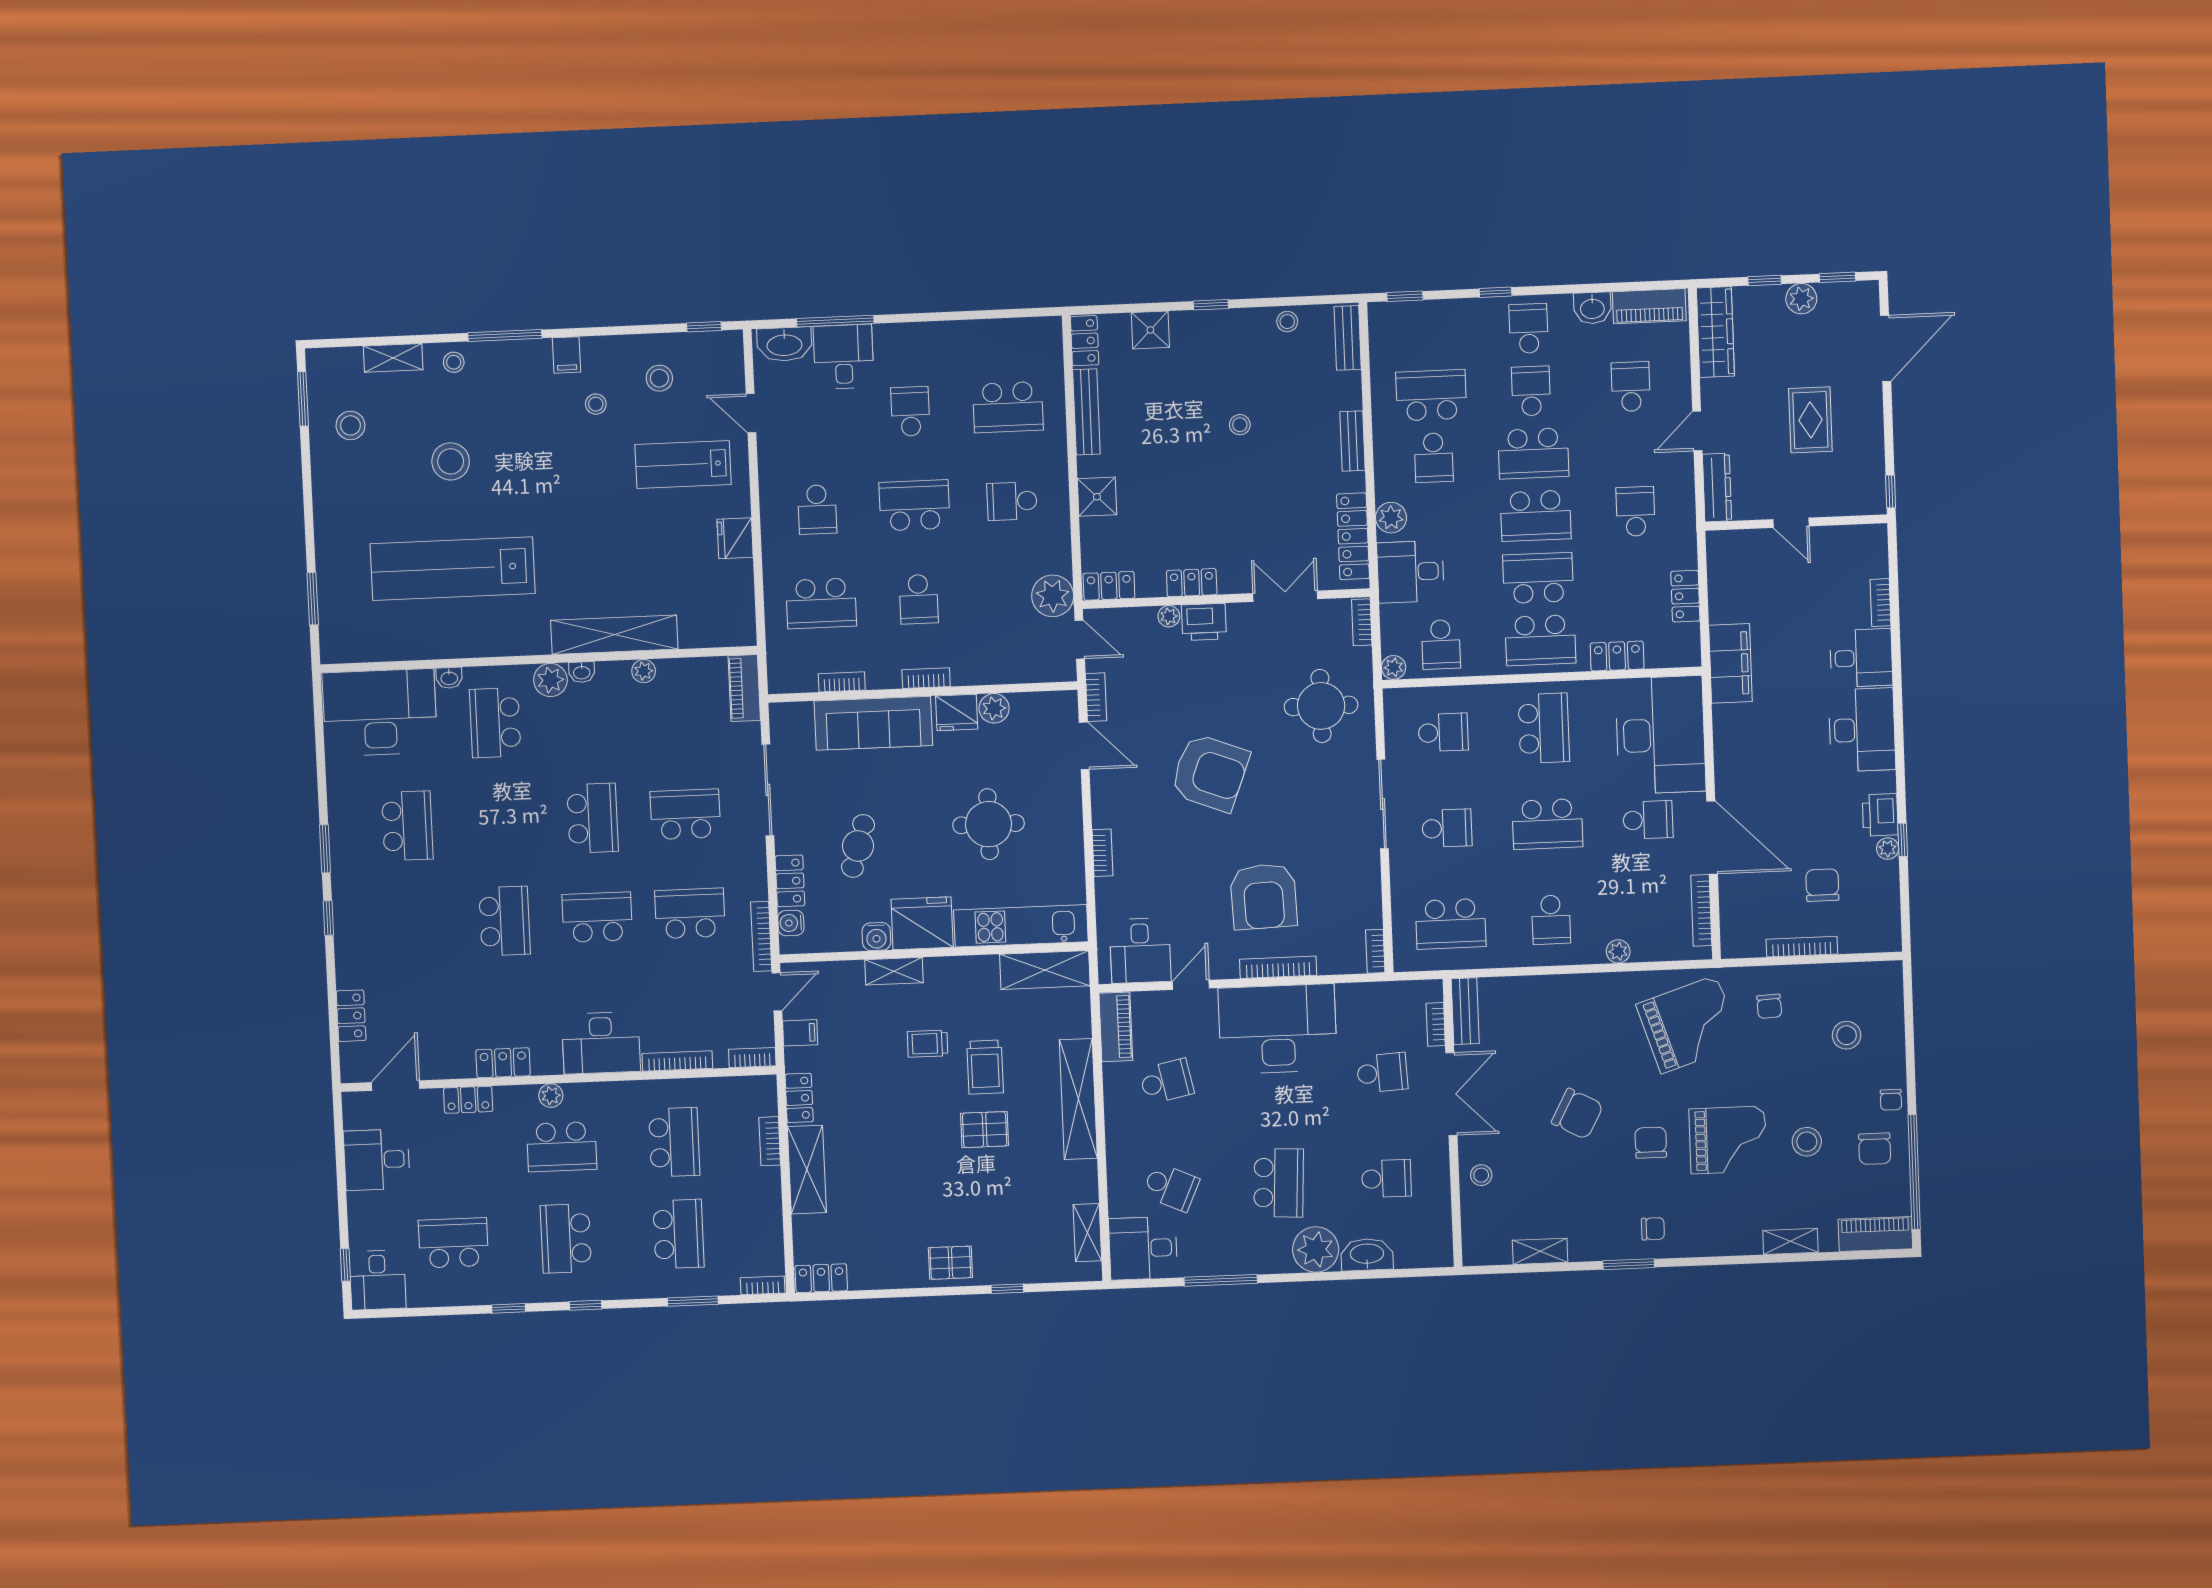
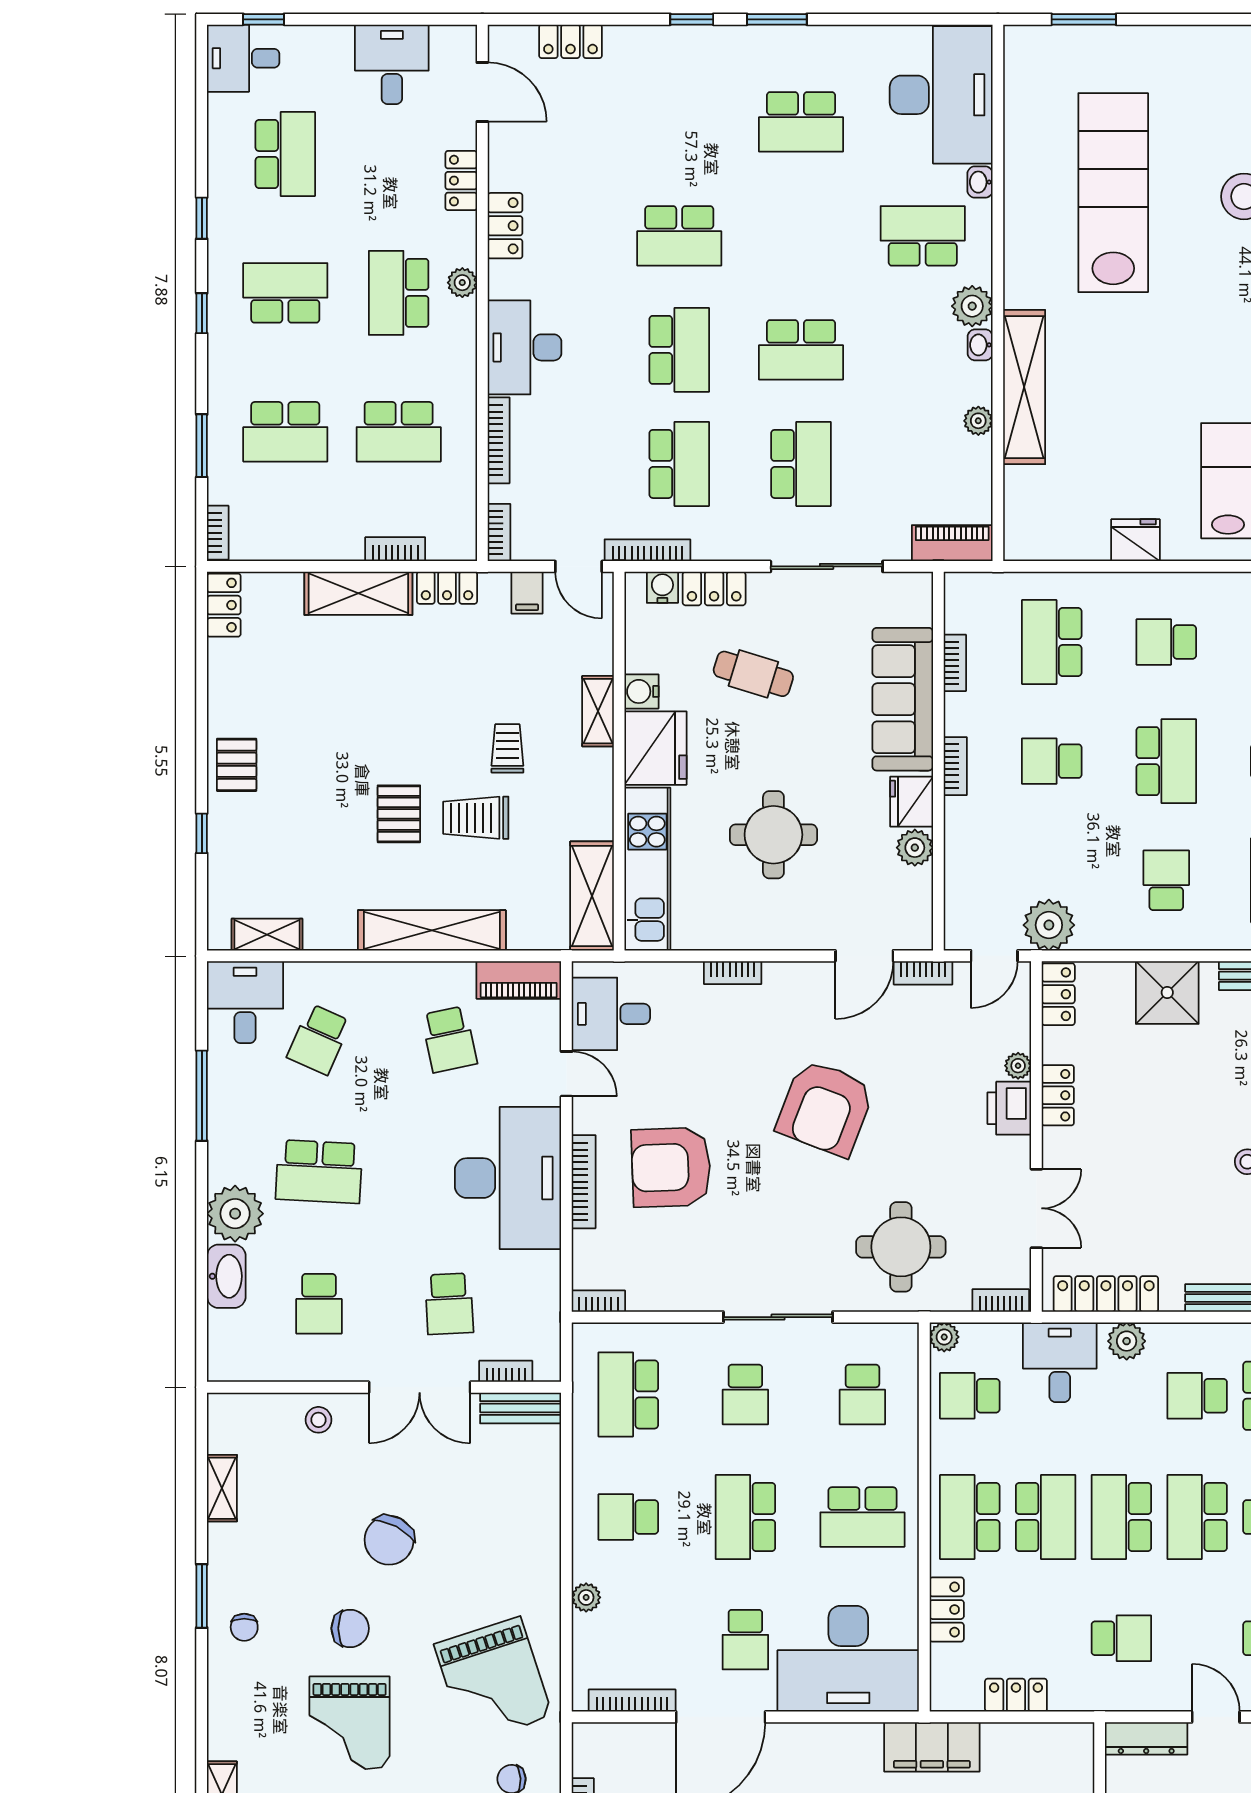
shower: (1097, 497) -> (1167, 992), width x1.36, depth x1.36

